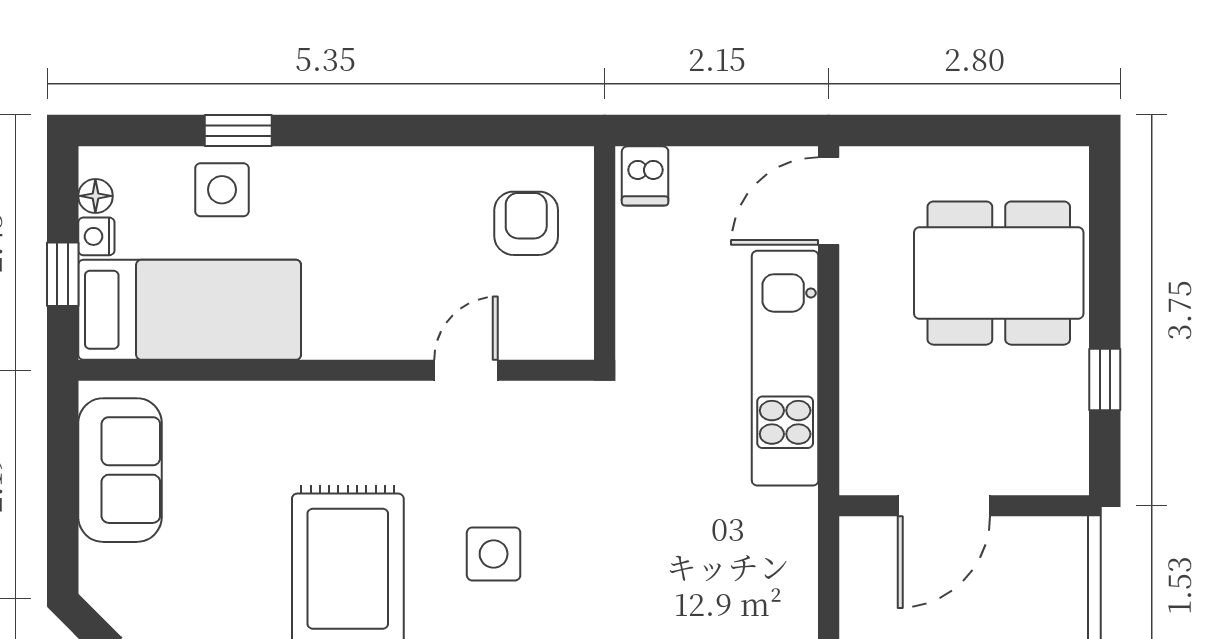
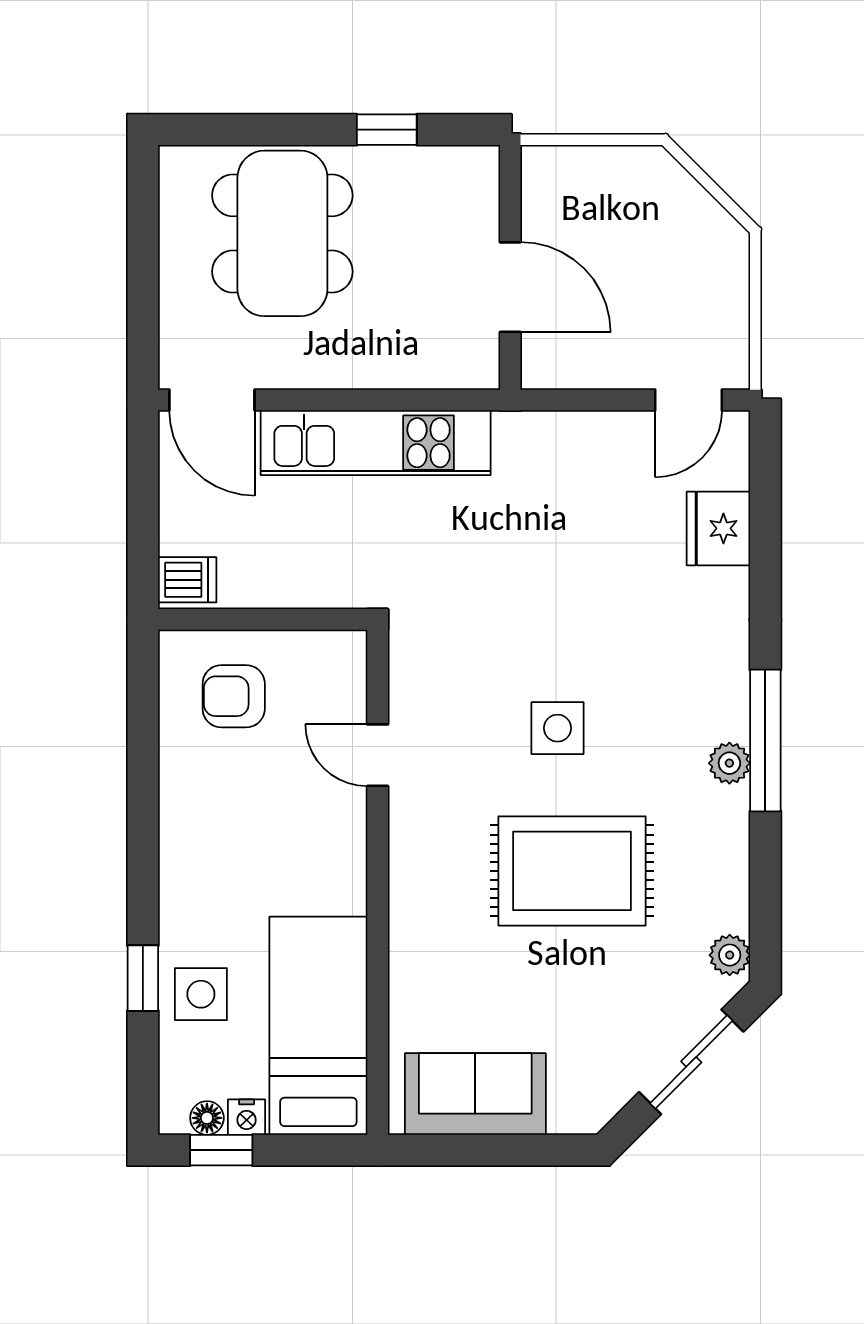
window: (63, 274) -> (221, 1150), moved

